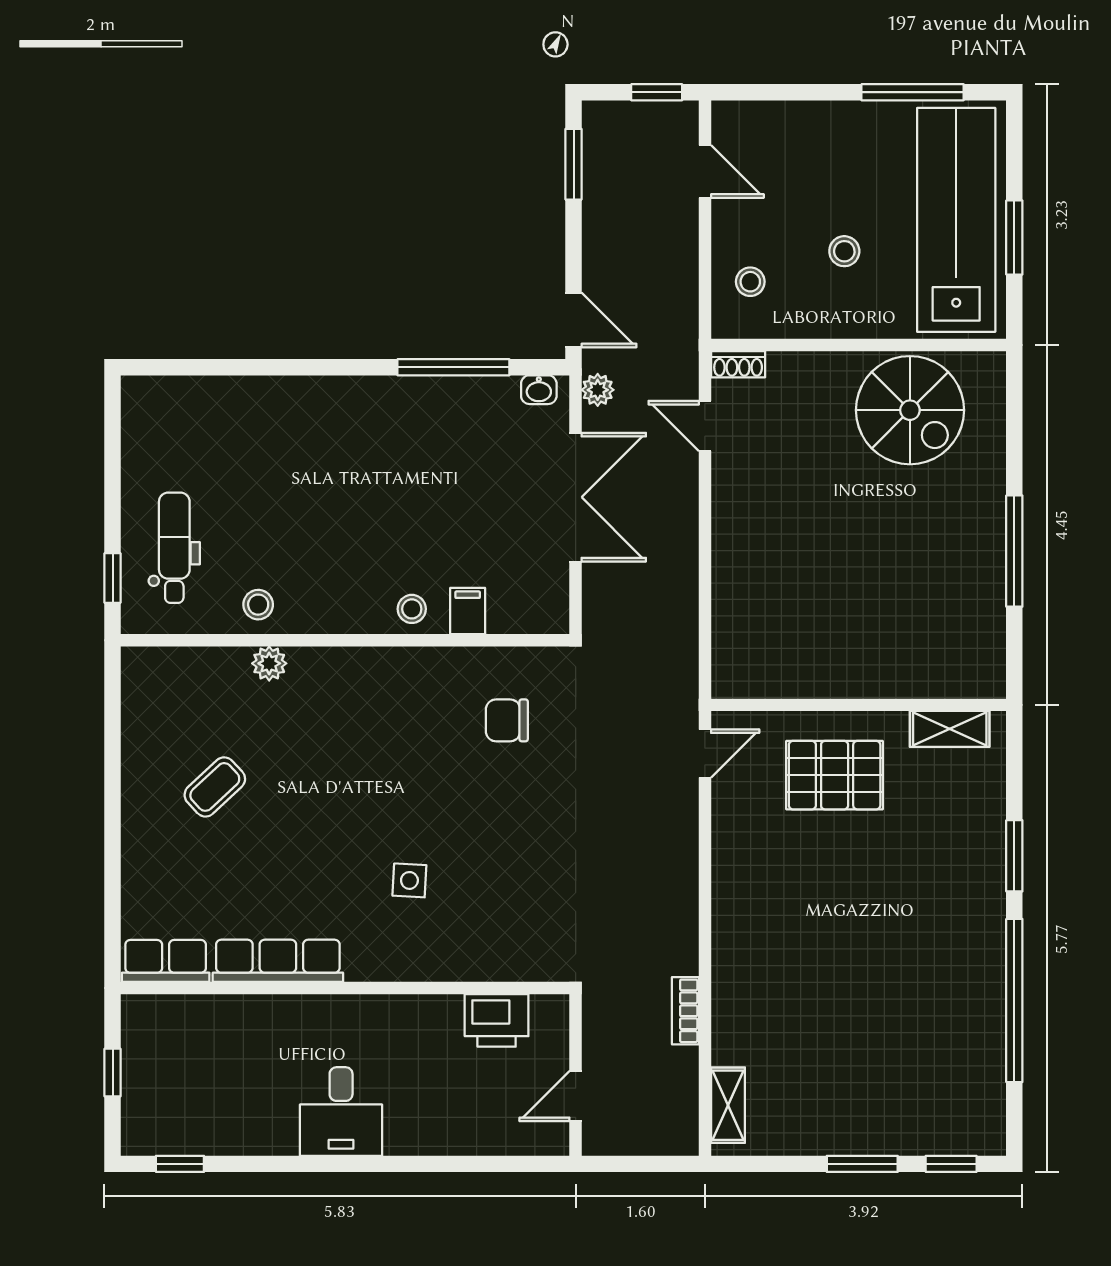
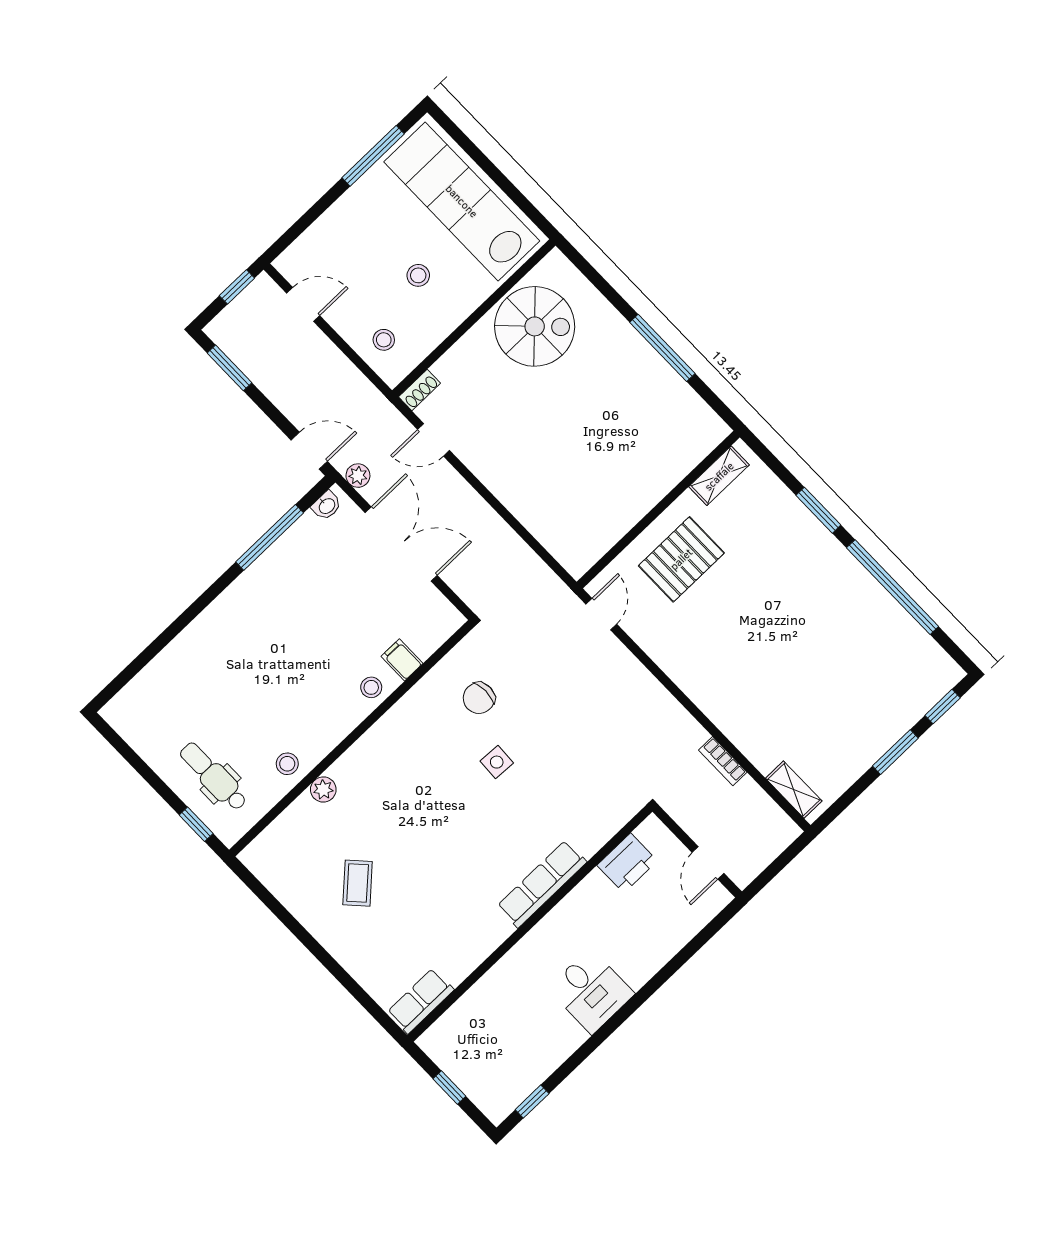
window: (1014, 237) -> (502, 181), removed
side table: (409, 880) -> (497, 762), moved
row of seats: (278, 961) -> (542, 884), moved

